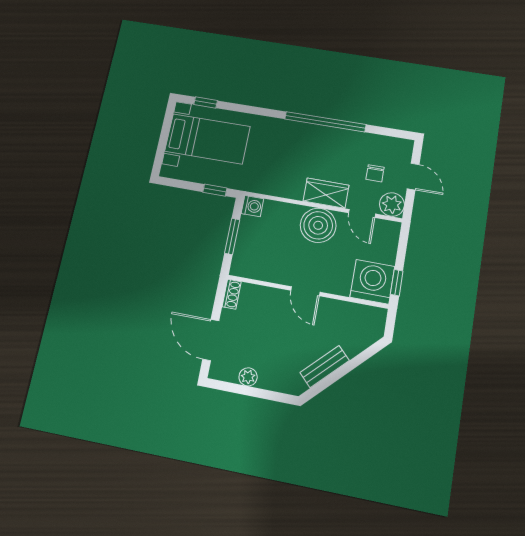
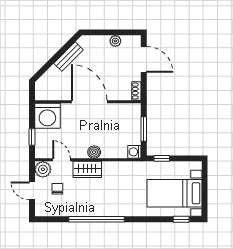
boiler: (318, 225) -> (94, 152), width x0.54, depth x0.54
window: (397, 283) -> (32, 137), moved
door: (305, 291) -> (89, 102), width x1.88

